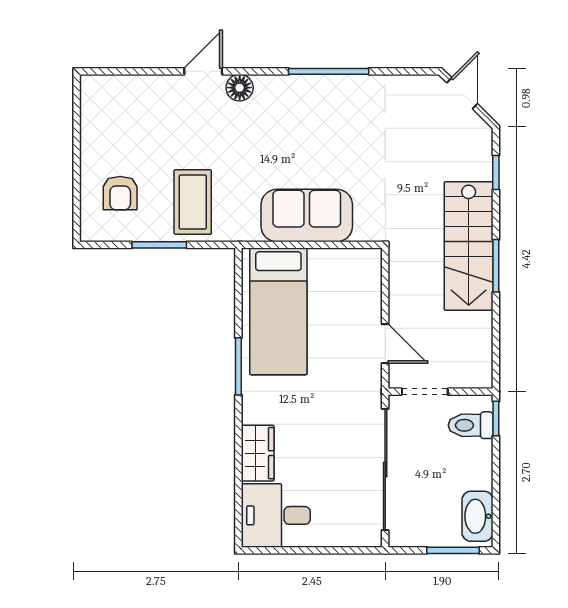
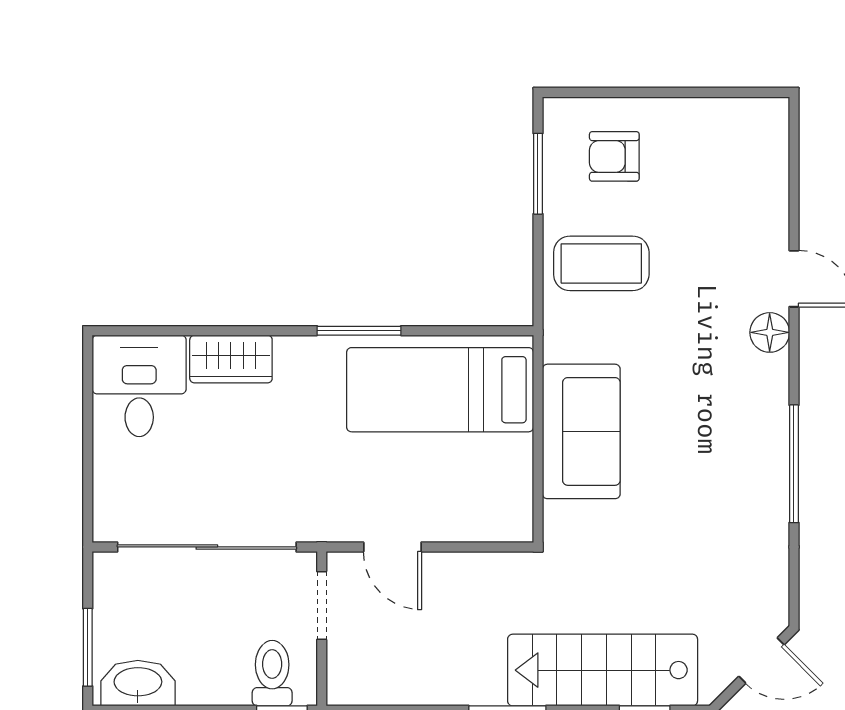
window: (159, 245) -> (538, 174), moved
stairs: (469, 246) -> (603, 670), moved
door: (385, 344) -> (392, 547), hinge flipped

